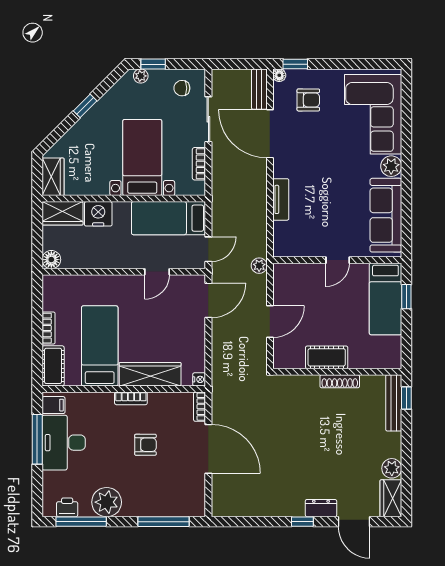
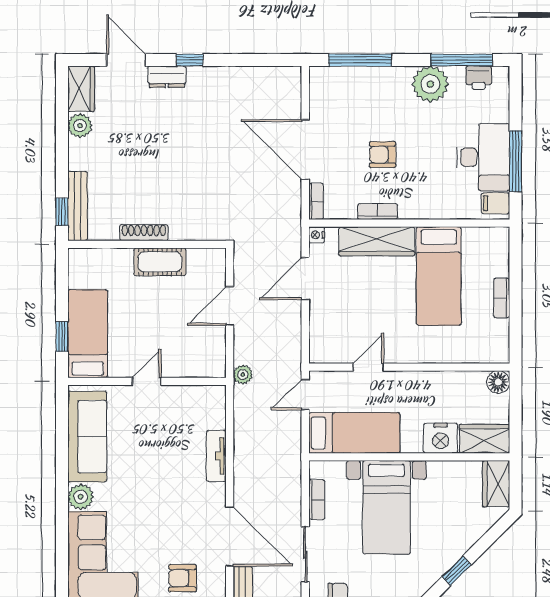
door: (208, 300) -> (305, 279), moved
cot: (53, 366) -> (496, 251), removed
bookcase: (131, 398) -> (378, 212), moved

